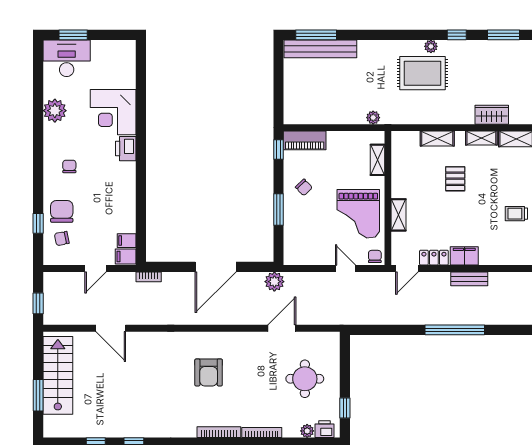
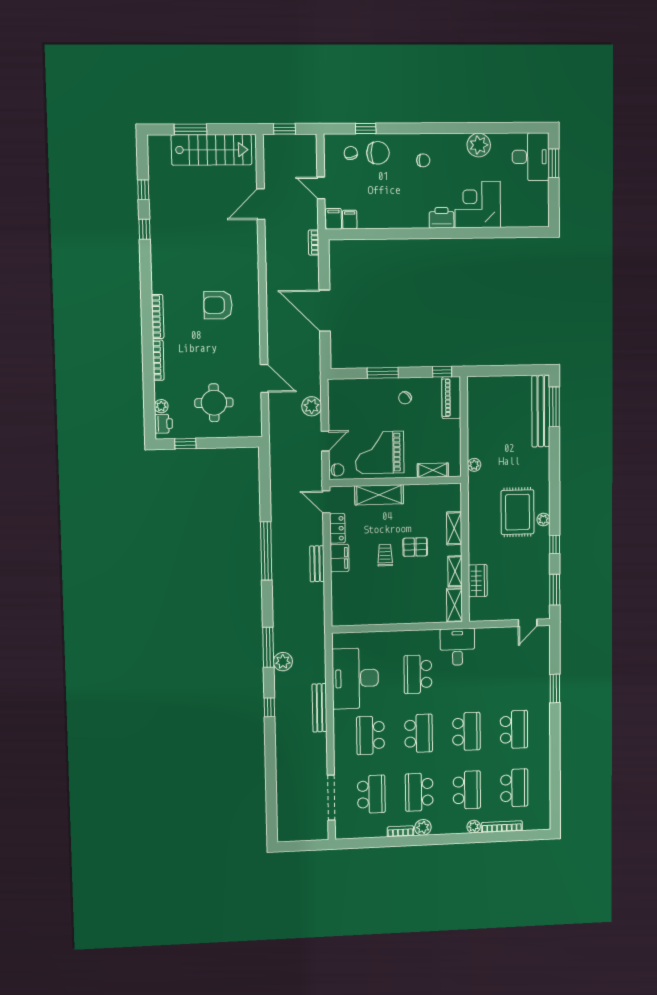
trolley: (516, 214) -> (385, 555), moved
shelving: (399, 215) -> (379, 495), width x1.50, depth x1.33
plant: (274, 282) -> (312, 406), moved

